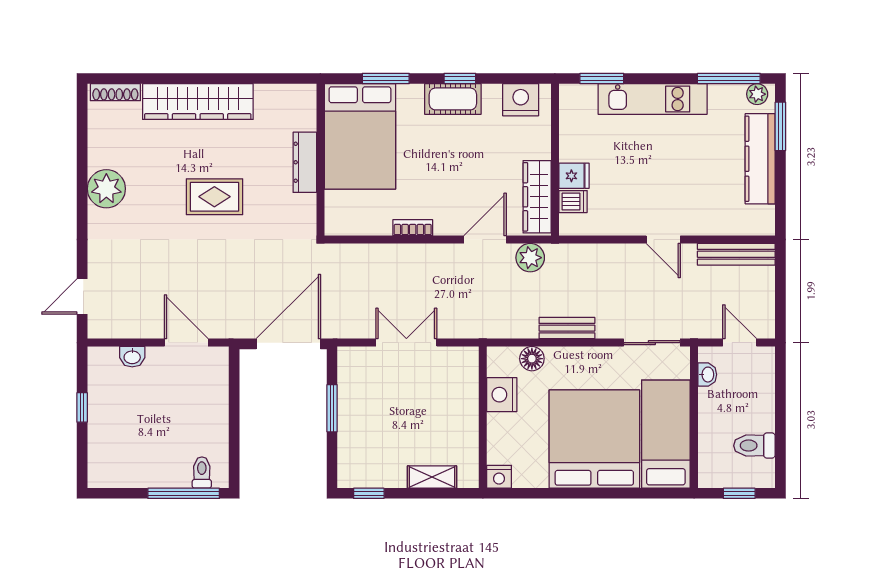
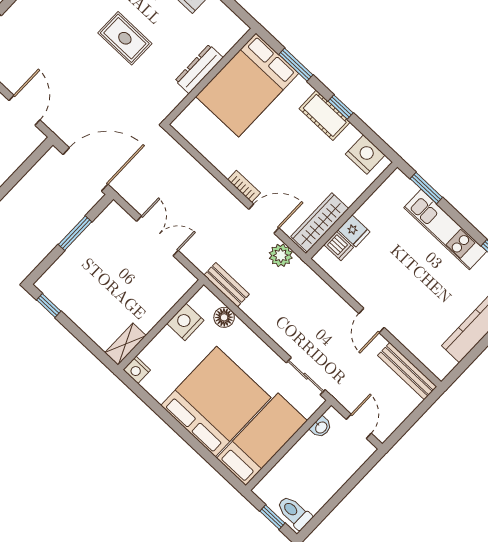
bookcase: (413, 228) -> (244, 186), moved
bench: (567, 328) -> (227, 285), moved
toilet: (754, 446) -> (294, 512), moved
shelving: (432, 477) -> (125, 344), moved, turned 90

